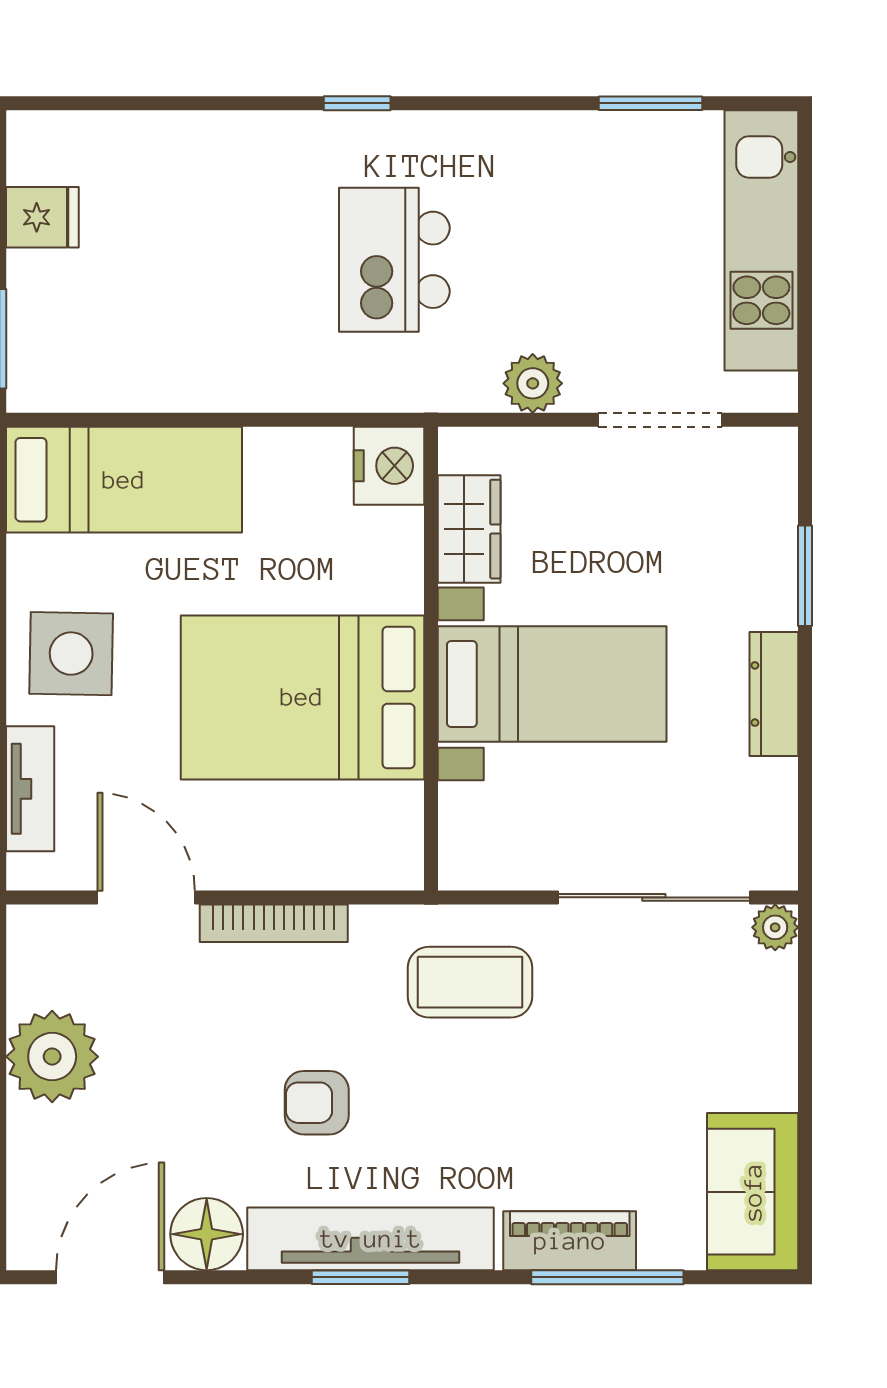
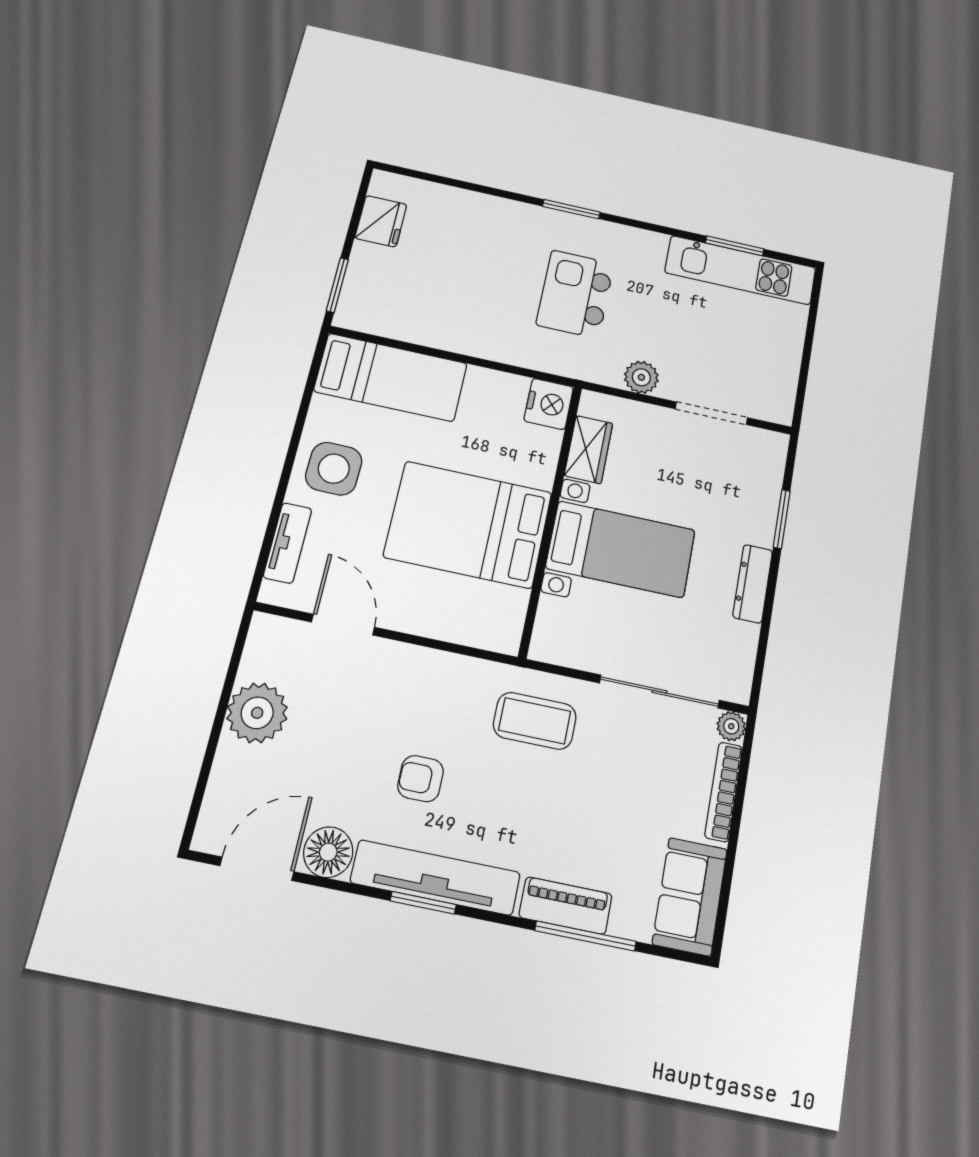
window: (357, 103) -> (571, 209), width x1.50
fridge: (42, 217) -> (381, 221), width x1.38
kitchen unit: (761, 240) -> (740, 270), moved, turned -90
bookcase: (274, 923) -> (724, 792), moved, turned 90

